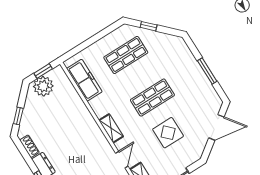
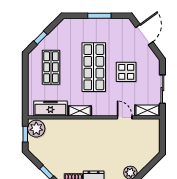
plant: (43, 86) -> (36, 129), moved
shop shelf: (152, 98) -> (94, 67), width x1.43, depth x1.36
shelving: (111, 128) -> (80, 111), moved

